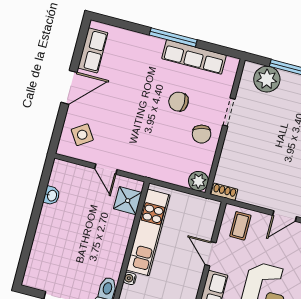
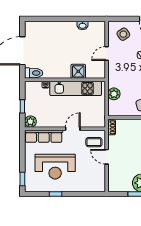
plant: (198, 181) -> (114, 94), moved
shower: (128, 201) -> (78, 71), moved
door: (285, 216) -> (107, 157), moved

